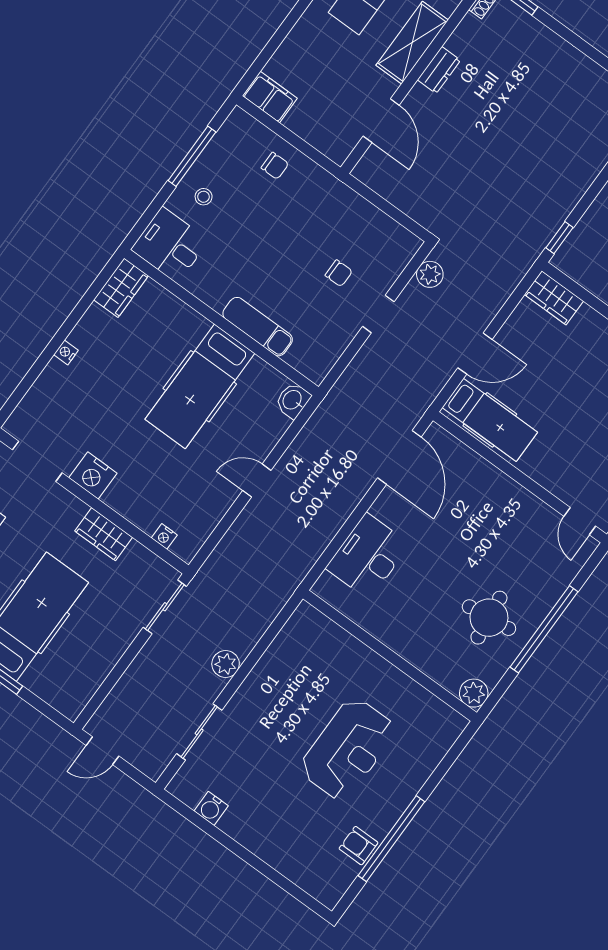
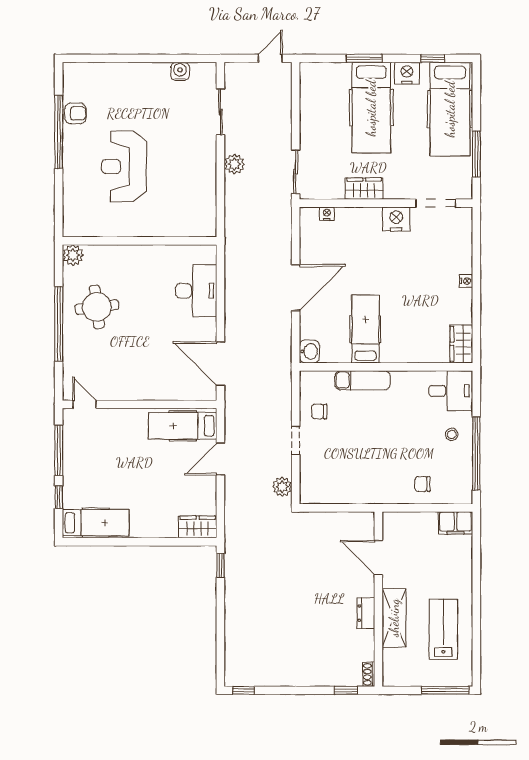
window: (192, 156) -> (476, 454), width x1.46
chair: (339, 273) -> (319, 412), moved
hospital bed: (200, 386) -> (365, 329), width x0.73, depth x0.78
door: (257, 481) -> (296, 288), width x1.87

